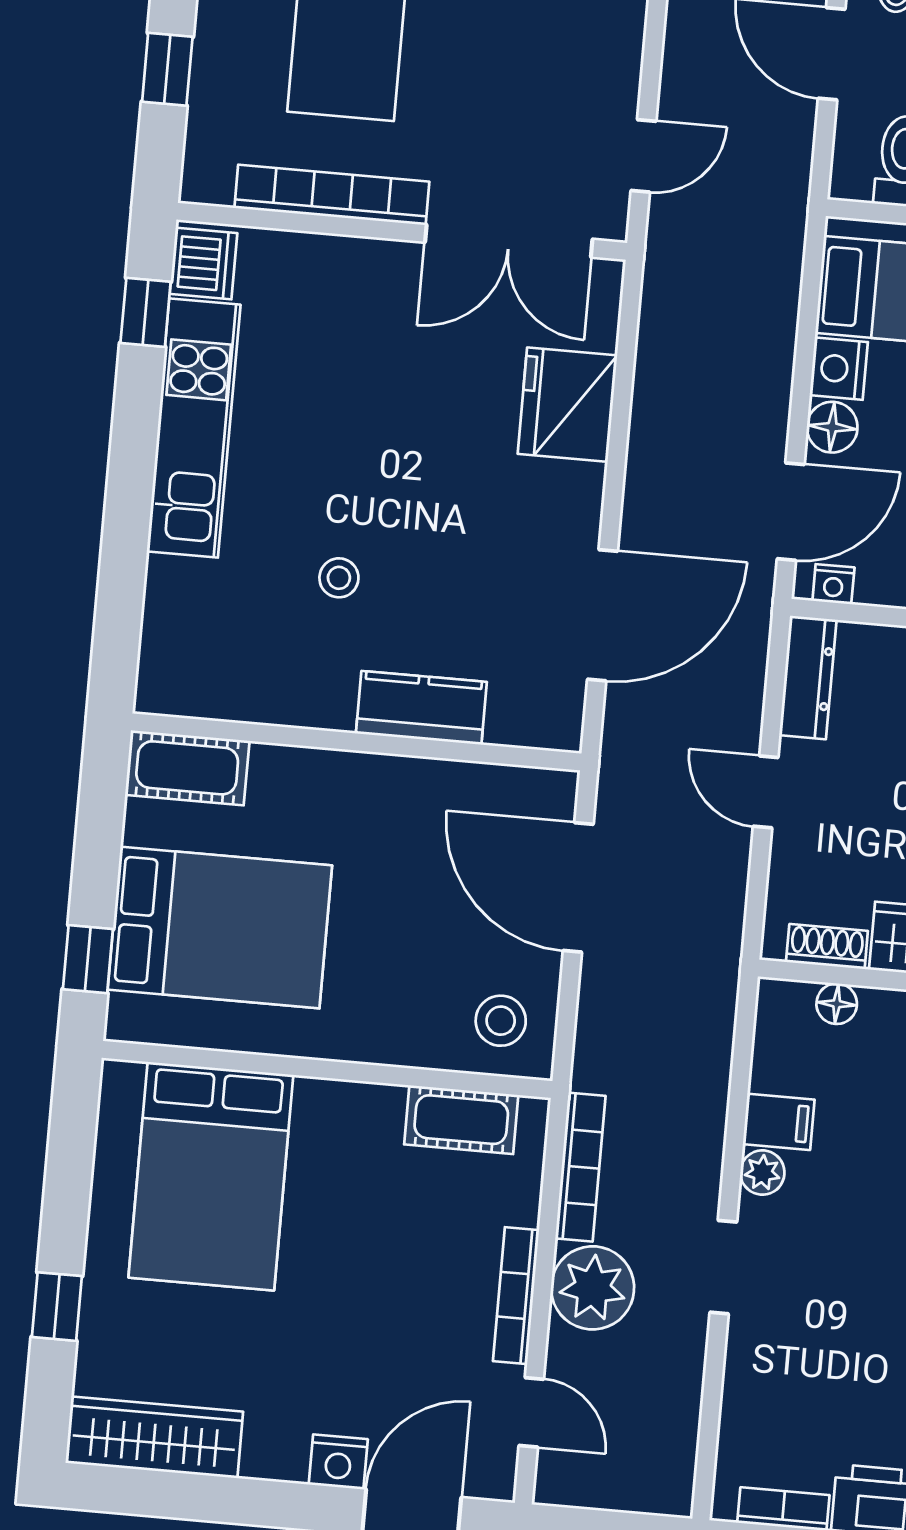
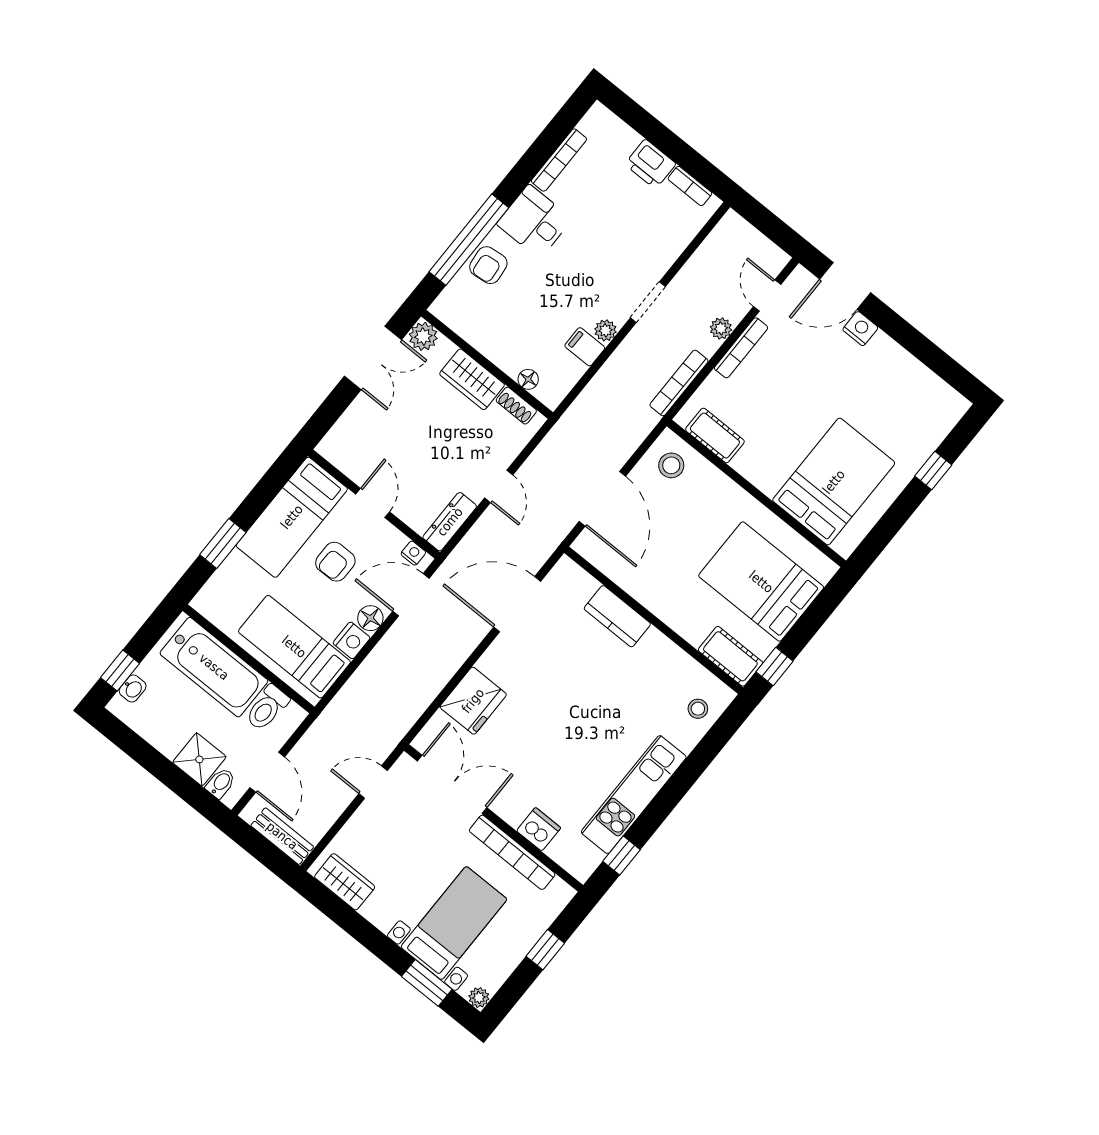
dishwasher: (204, 264) -> (539, 829), moved, turned 90
stool: (339, 578) -> (698, 709), moved
window: (88, 959) -> (774, 667), moved
plant: (593, 1288) -> (721, 328), width x0.53, depth x0.53
wardrobe: (154, 1437) -> (929, 390), removed

